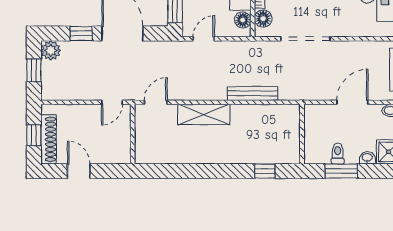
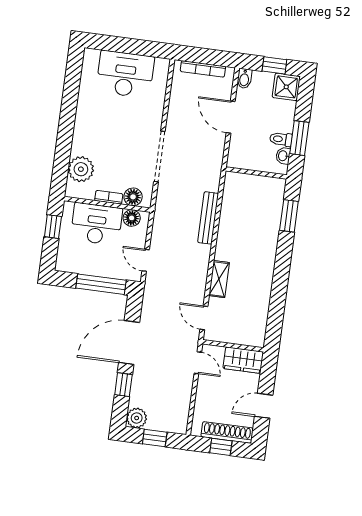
shelving: (204, 114) -> (219, 279), width x0.67, depth x0.75
wardrobe: (120, 146) -> (243, 360), added
washbasin: (367, 158) -> (283, 156), moved
window: (265, 171) -> (289, 216), width x1.50

